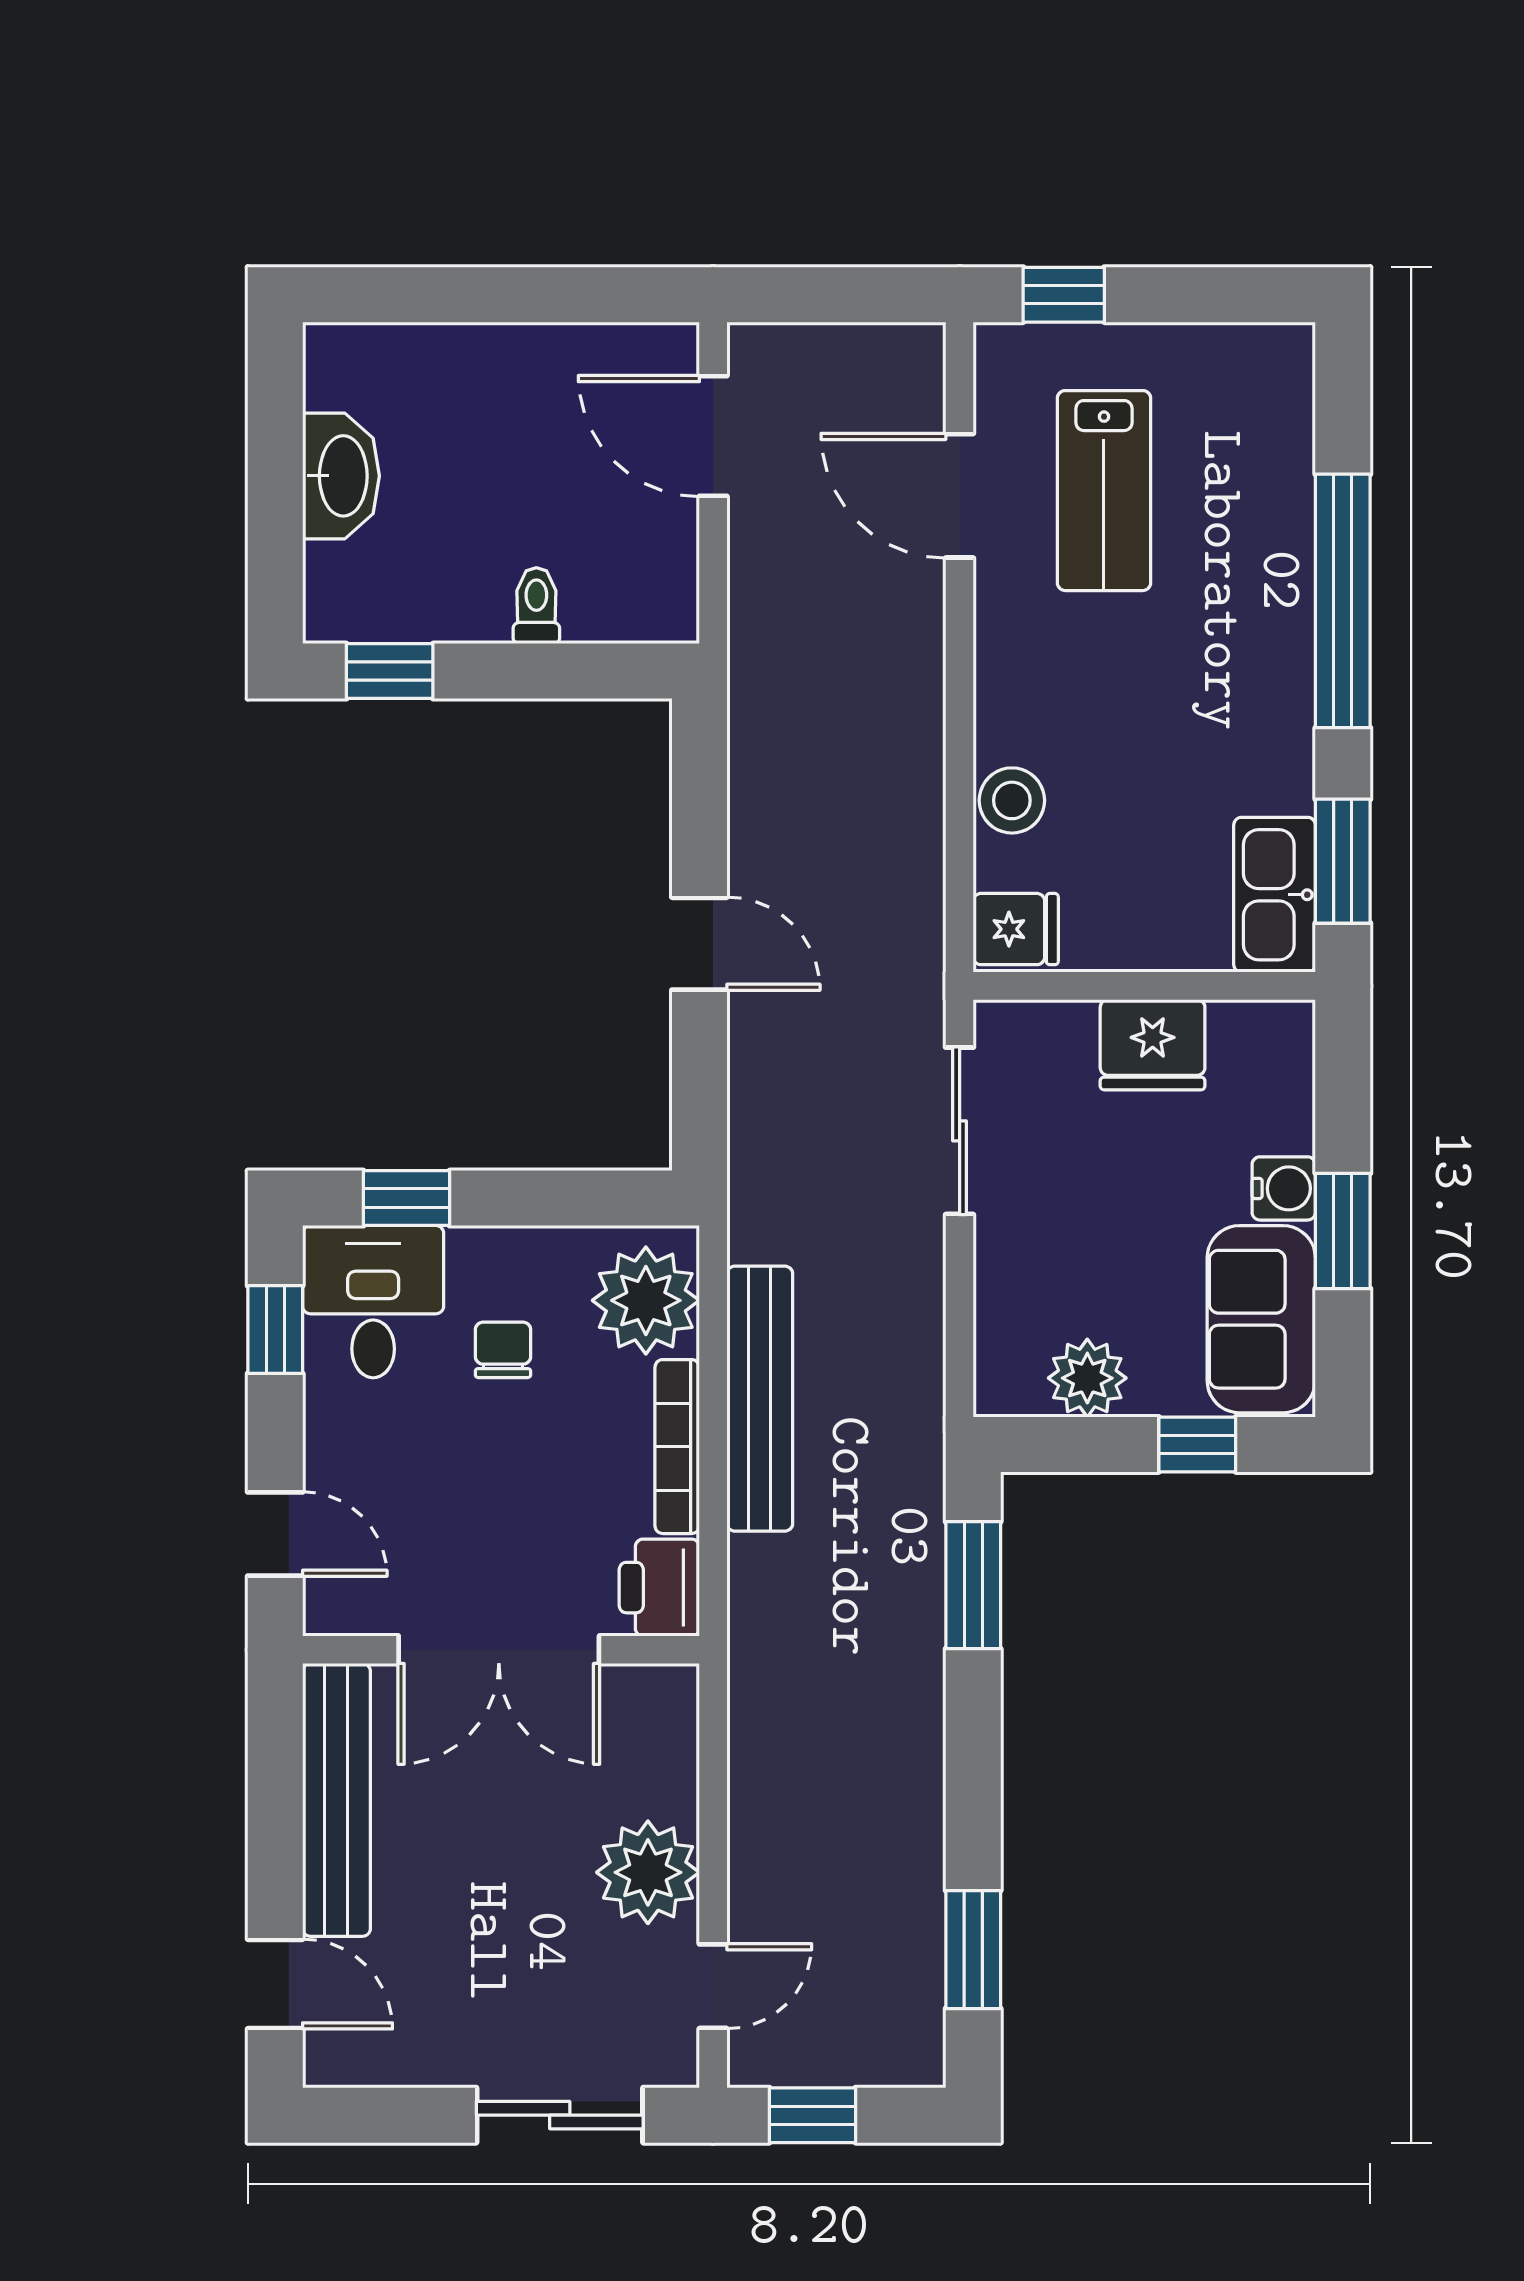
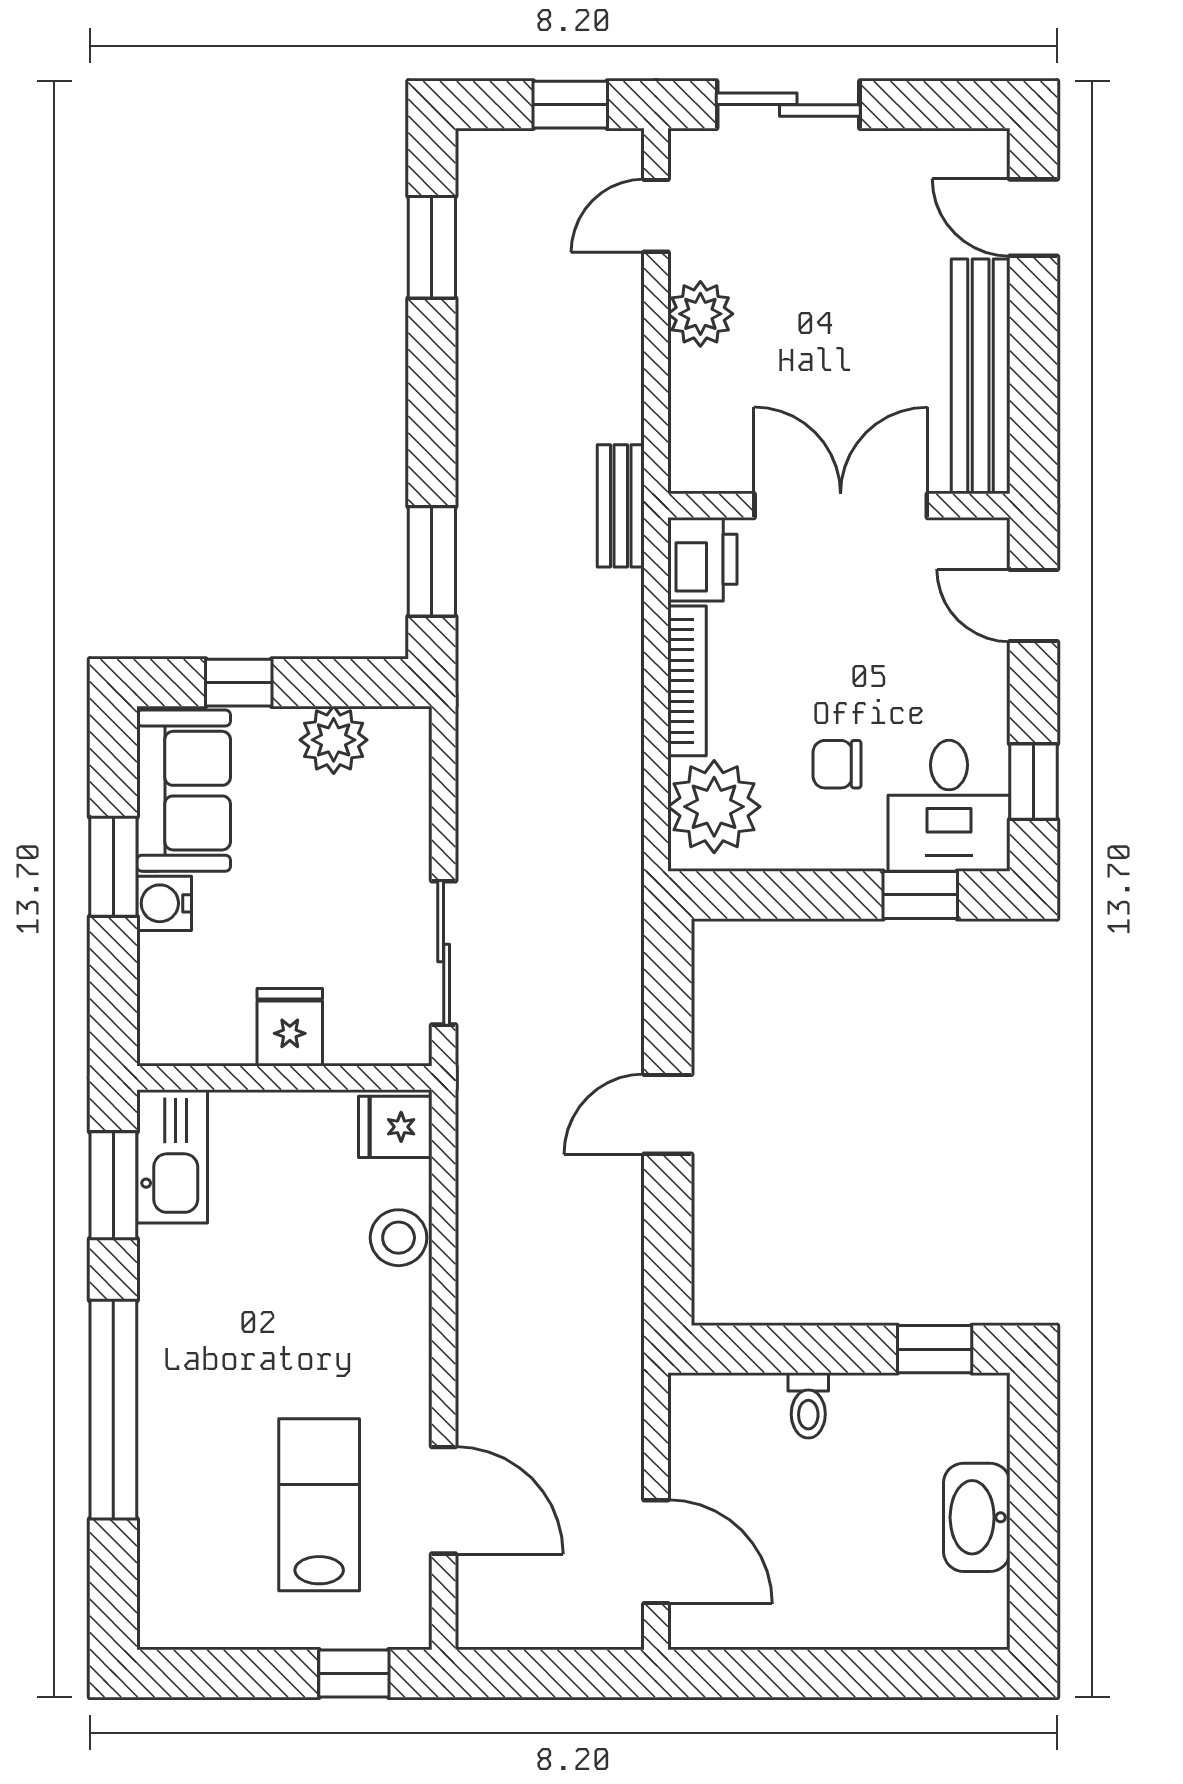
door: (699, 944) -> (668, 1114), hinge flipped
fridge: (1153, 1045) -> (290, 1027), width x0.72
chair: (503, 1350) -> (837, 764), turned 90
bench: (760, 1399) -> (621, 506), moved, width x0.54, depth x0.82
plant: (648, 1872) -> (700, 314), width x0.73, depth x0.73

